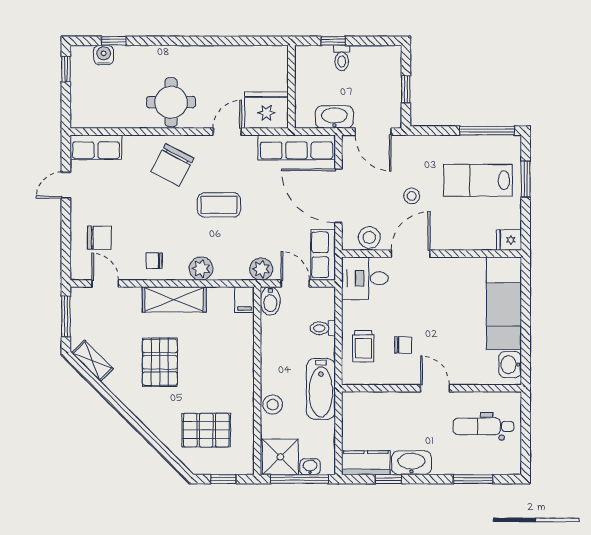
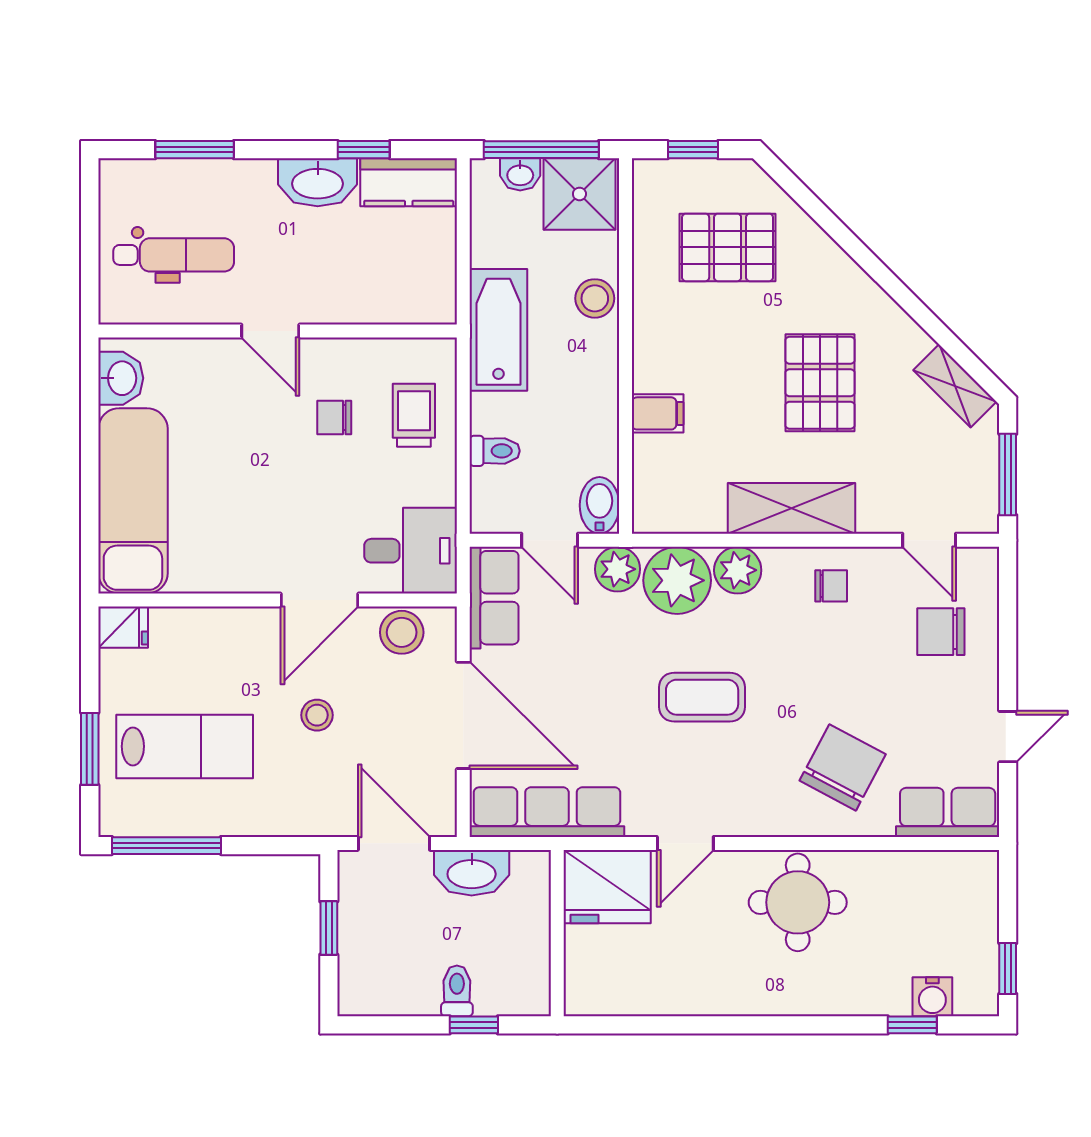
chair: (172, 165) -> (843, 767), moved
plant: (231, 263) -> (677, 580), added
filing cabinet: (244, 300) -> (658, 413), moved, turned 90

